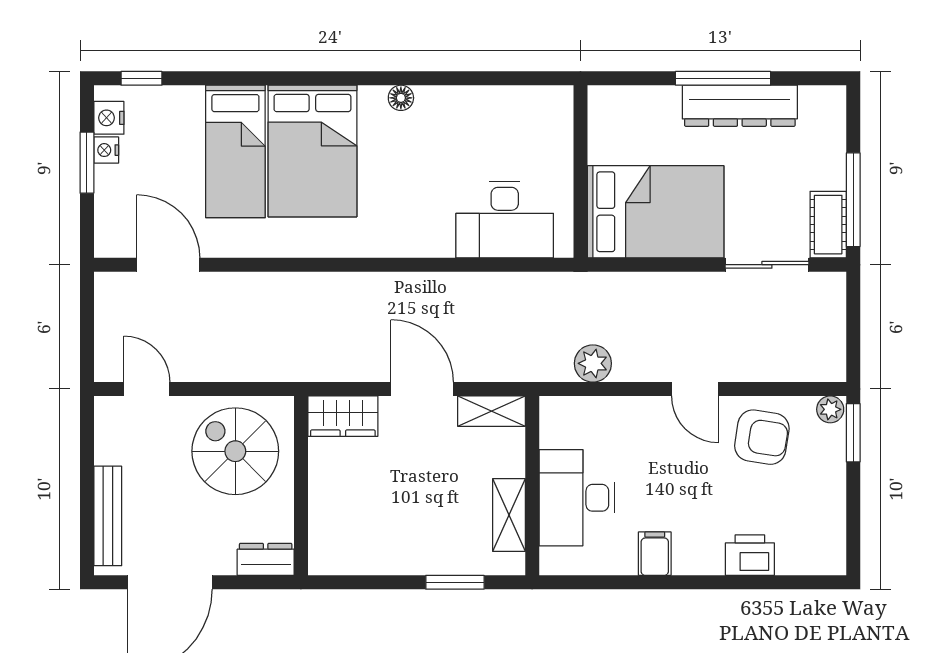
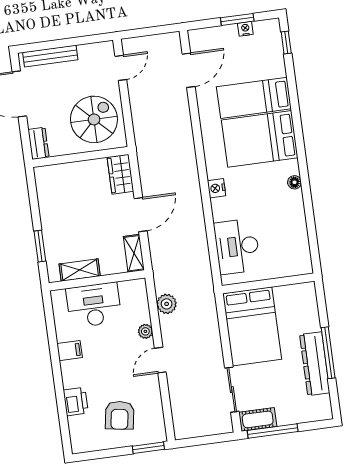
nightstand: (109, 118) -> (217, 188), moved, turned -90
plant: (830, 409) -> (145, 331), moved
armchair: (762, 437) -> (120, 415), moved

